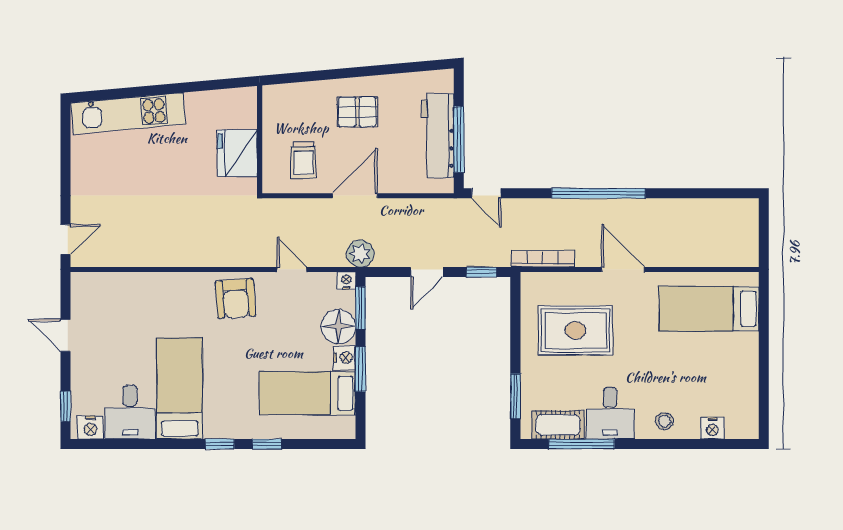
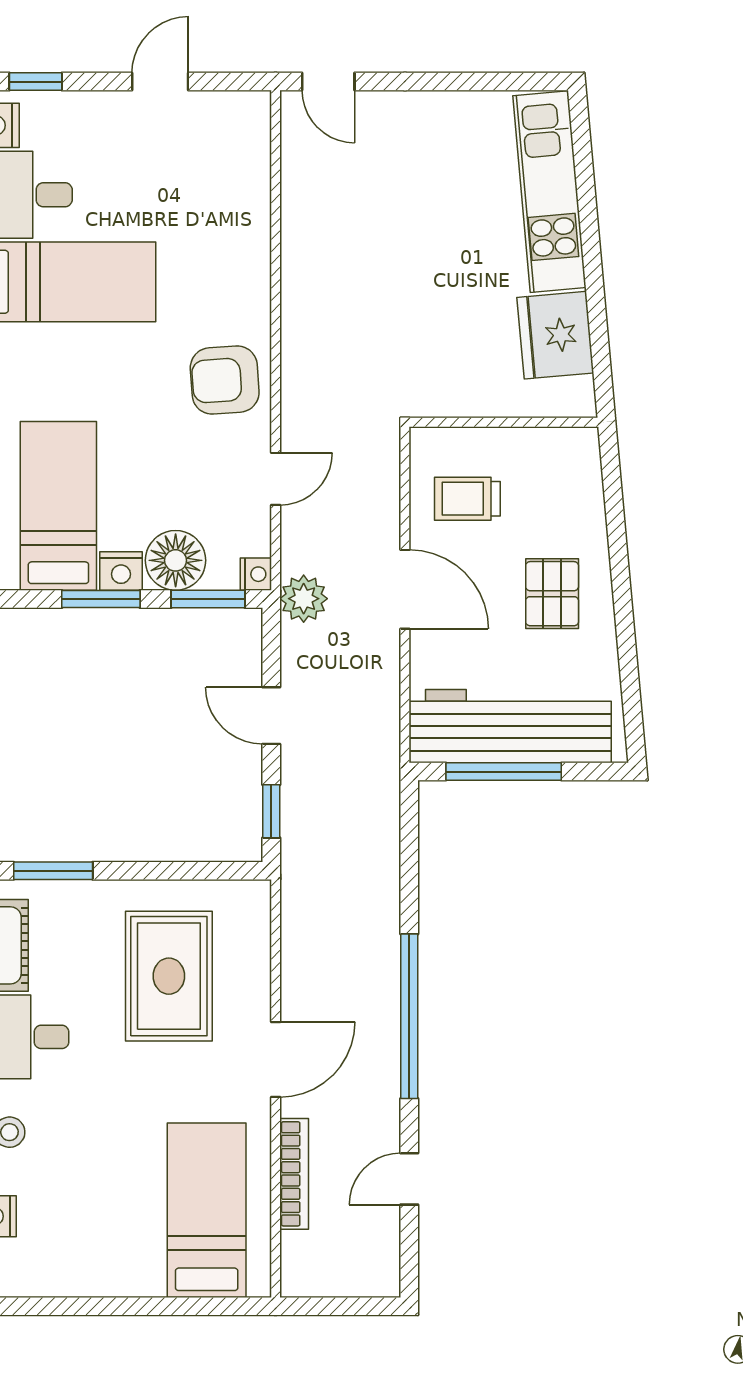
workbench: (438, 136) -> (510, 726), width x1.36, depth x1.32
fridge: (237, 153) -> (555, 335), moved, turned -95
door: (486, 193) -> (409, 1179), moved
bookcase: (543, 259) -> (294, 1174), moved

